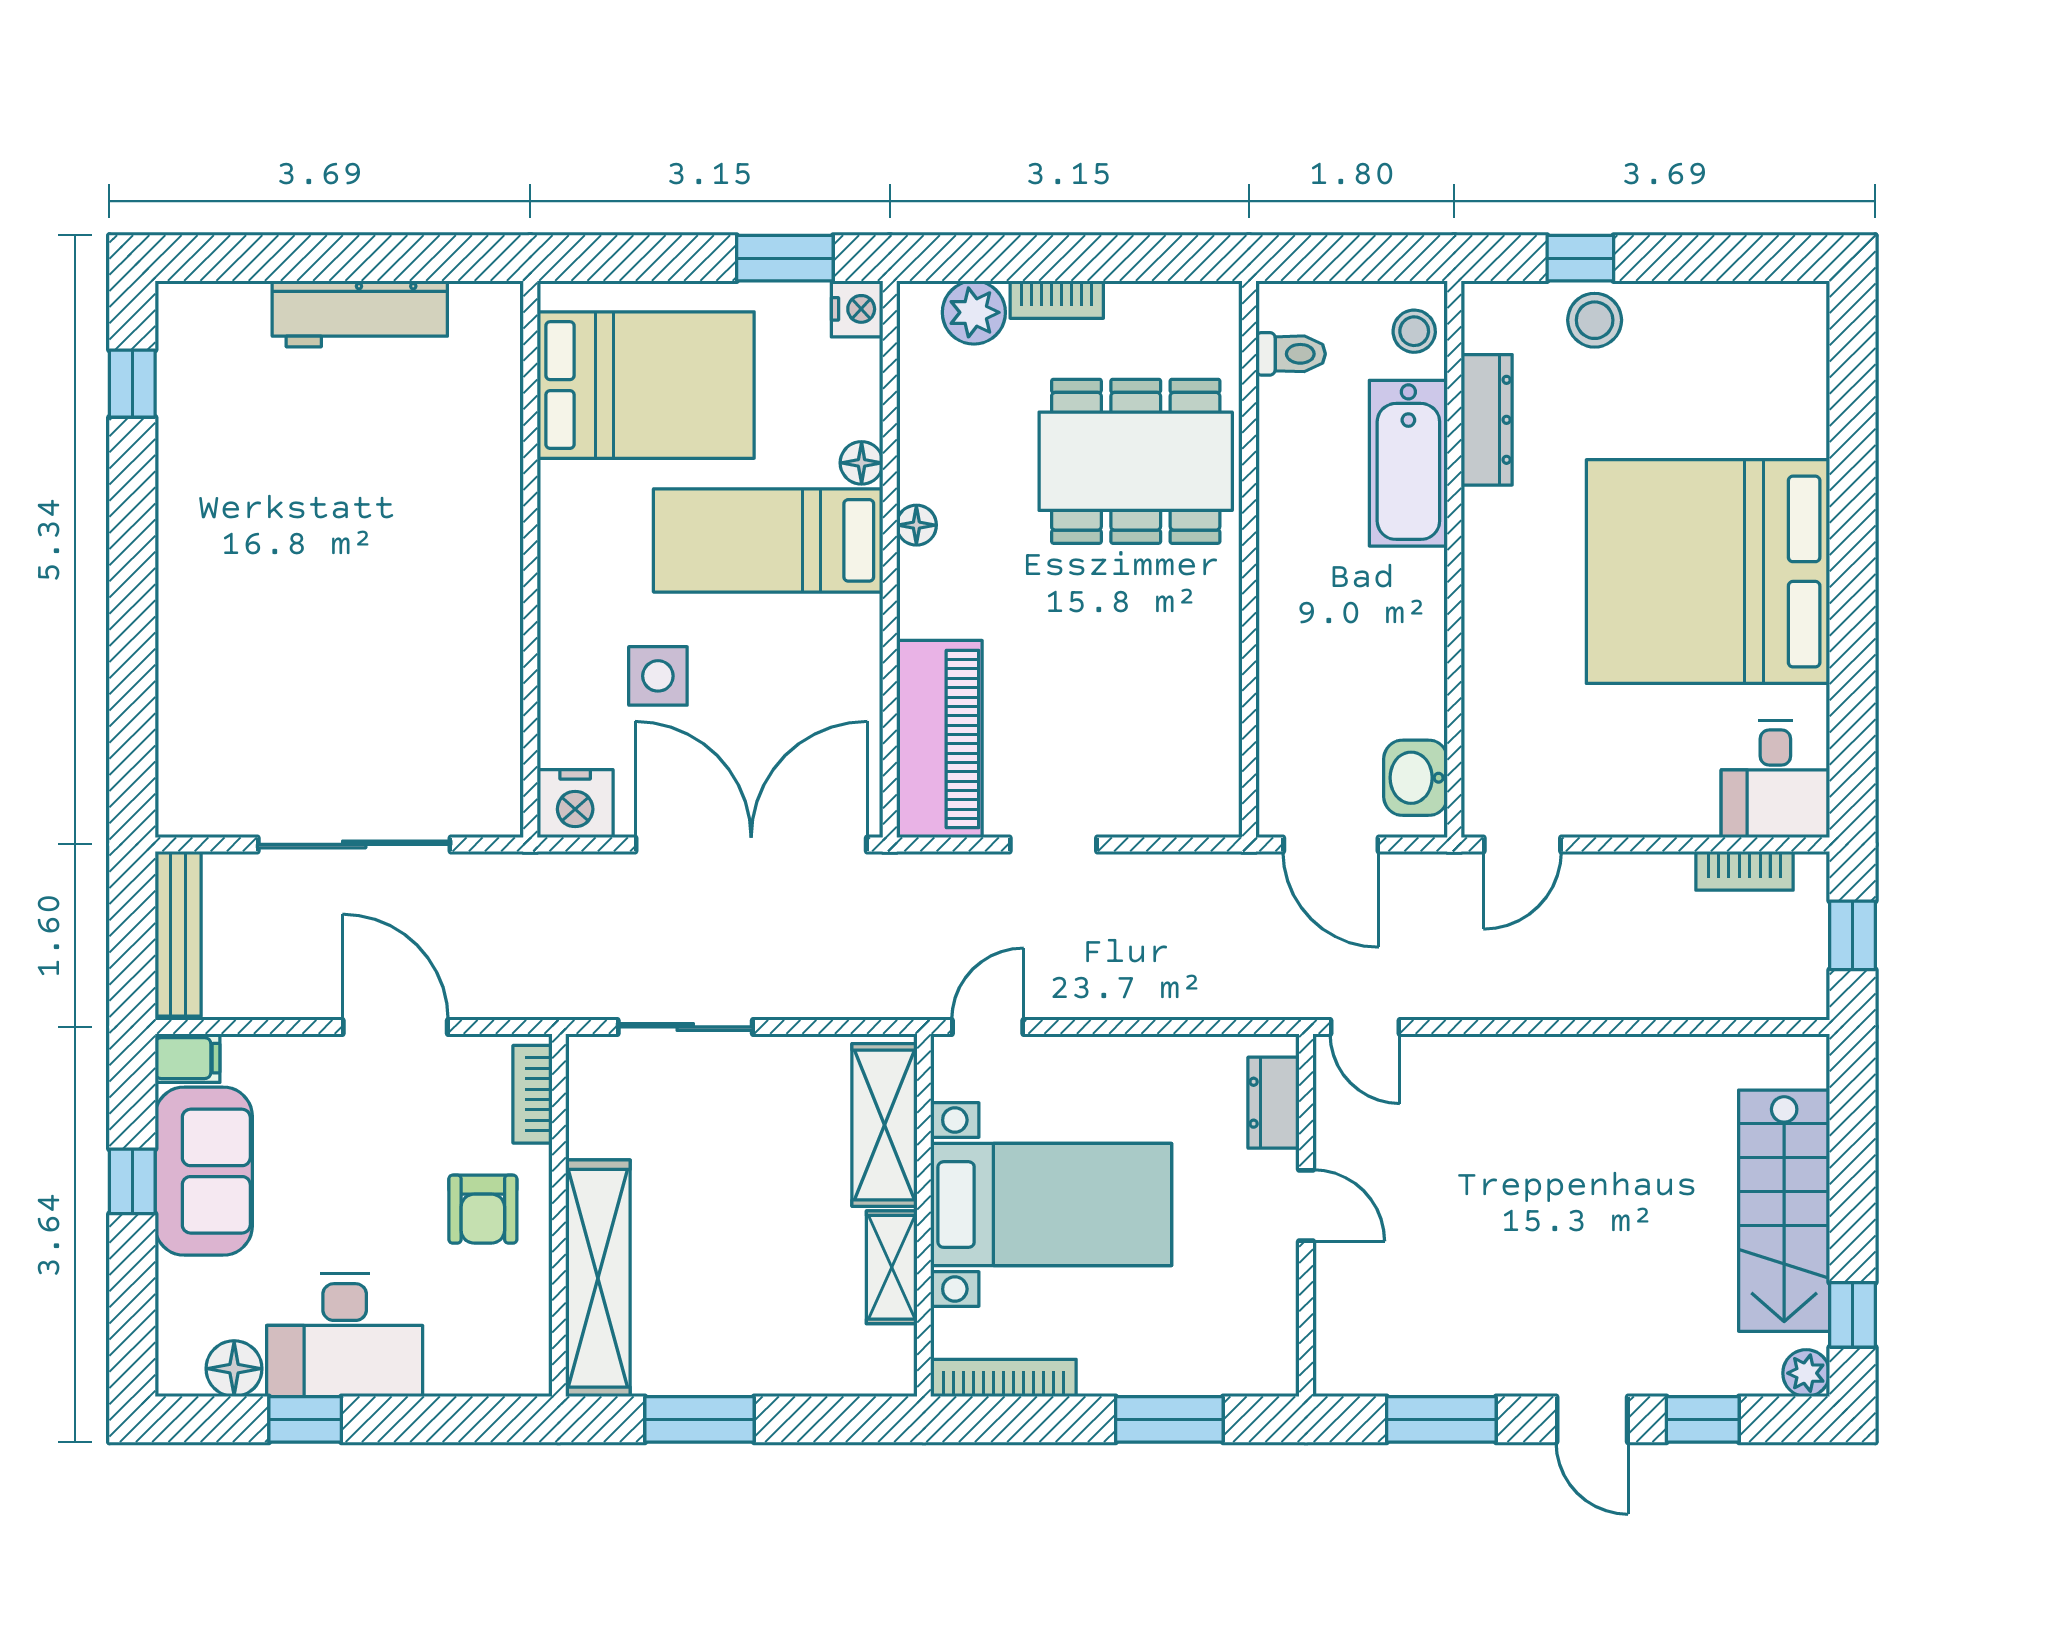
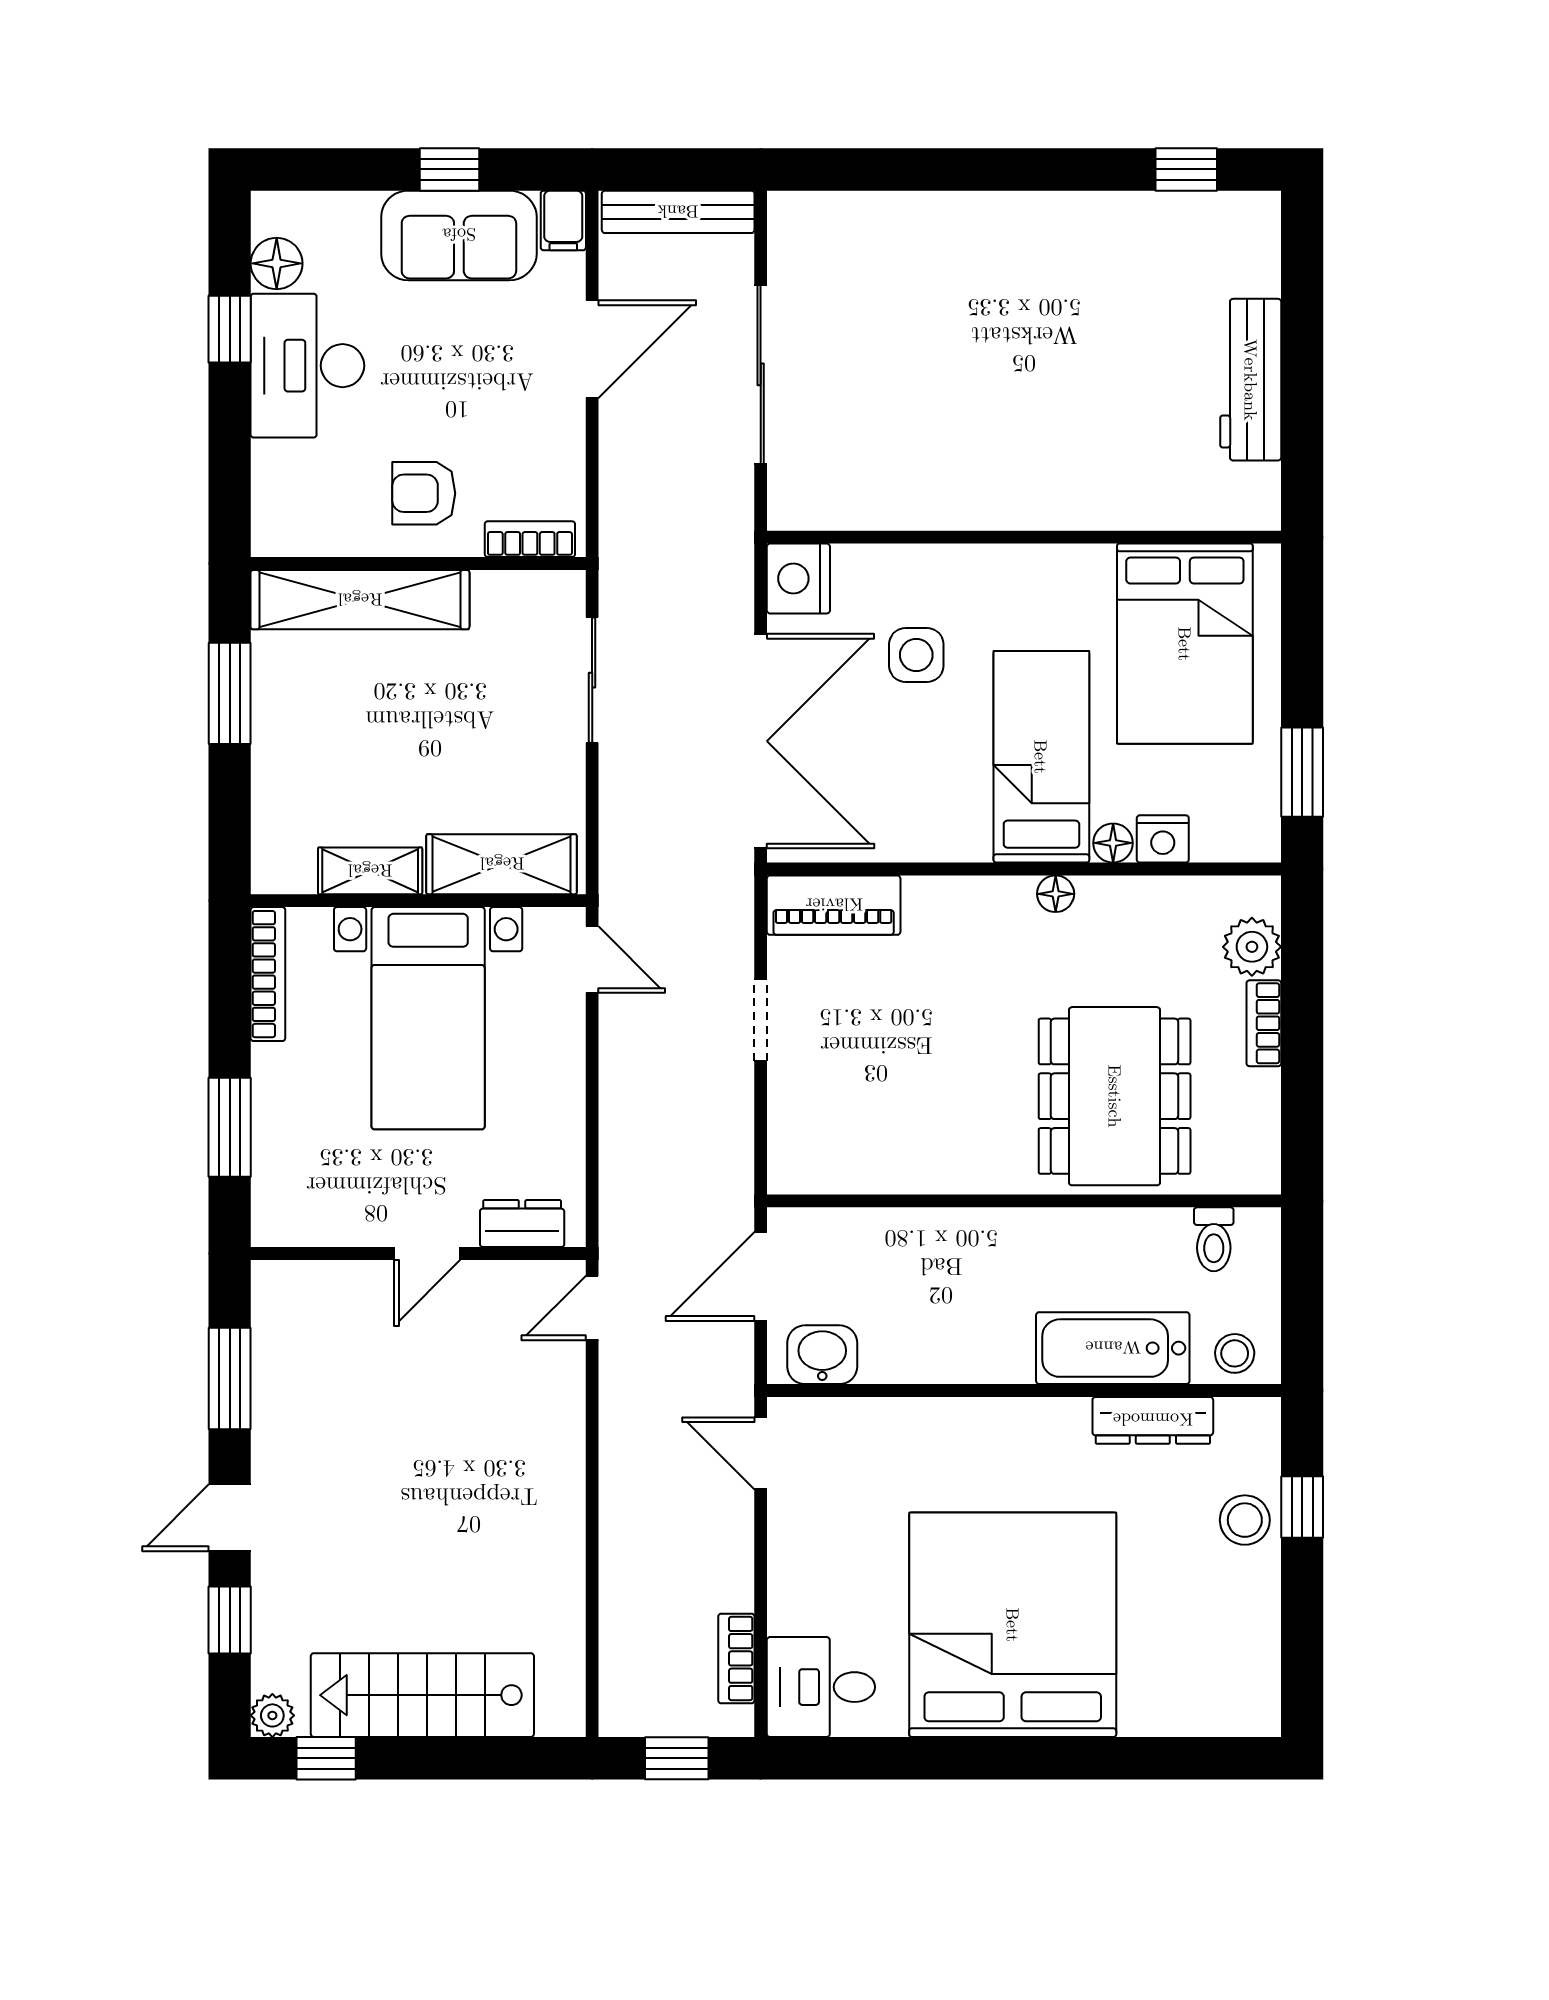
nightstand: (857, 309) -> (1163, 839), moved
piano: (939, 739) -> (834, 905), width x0.73, depth x0.75
door: (395, 1027) -> (592, 349), moved

